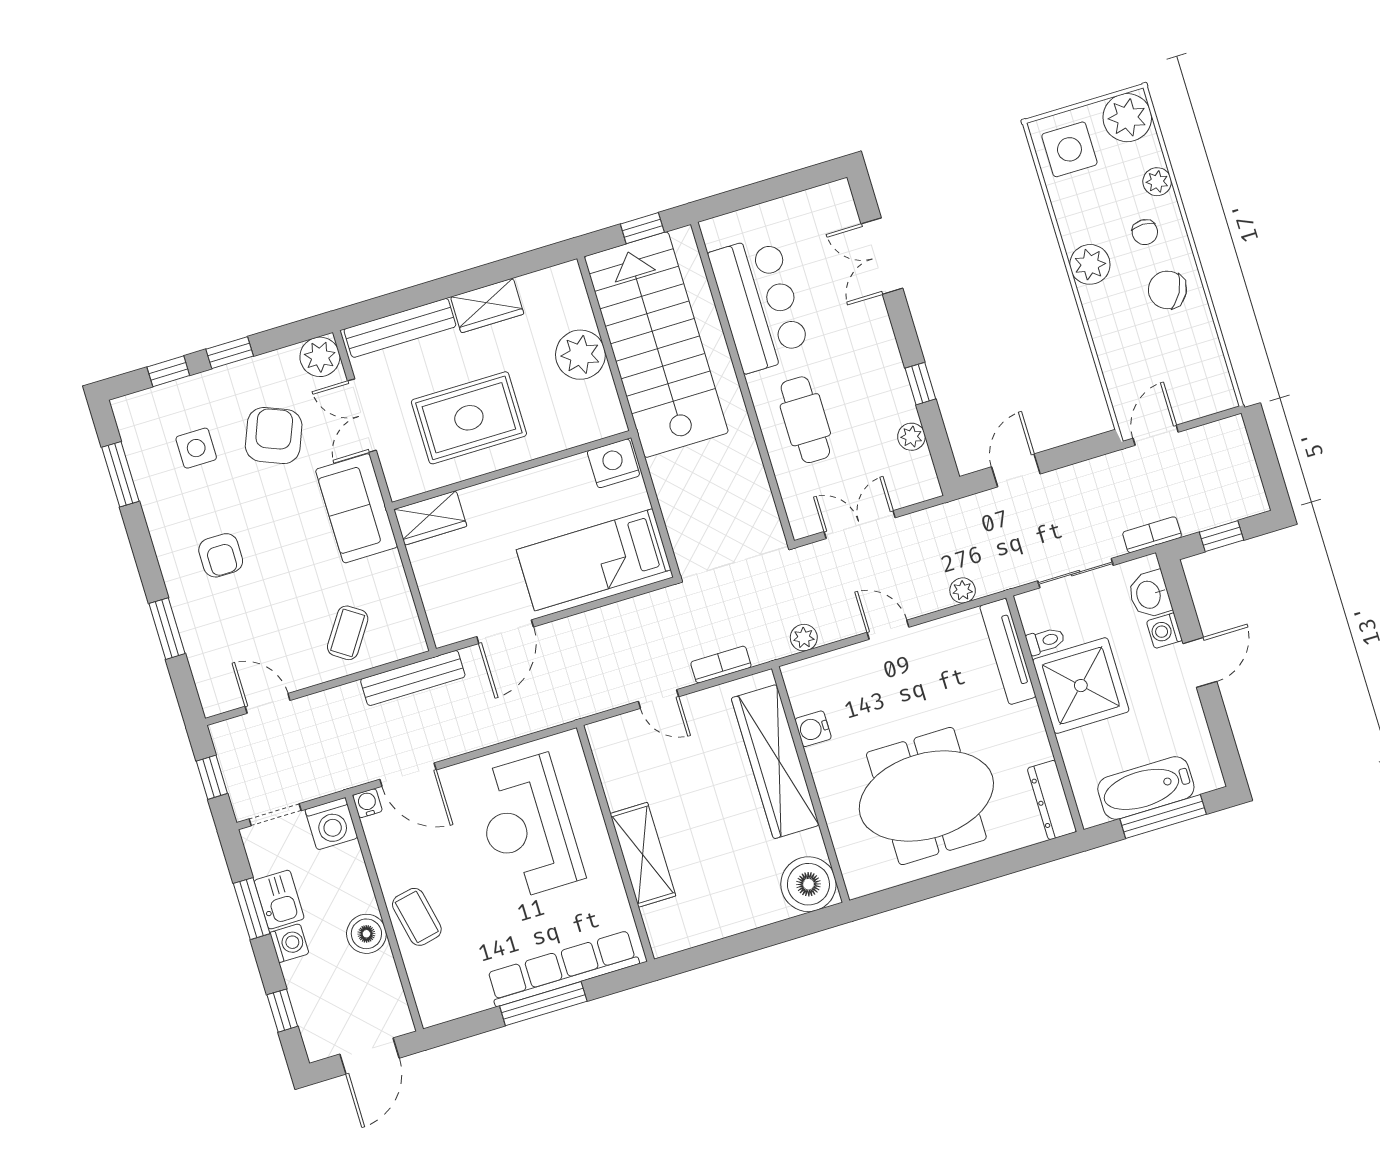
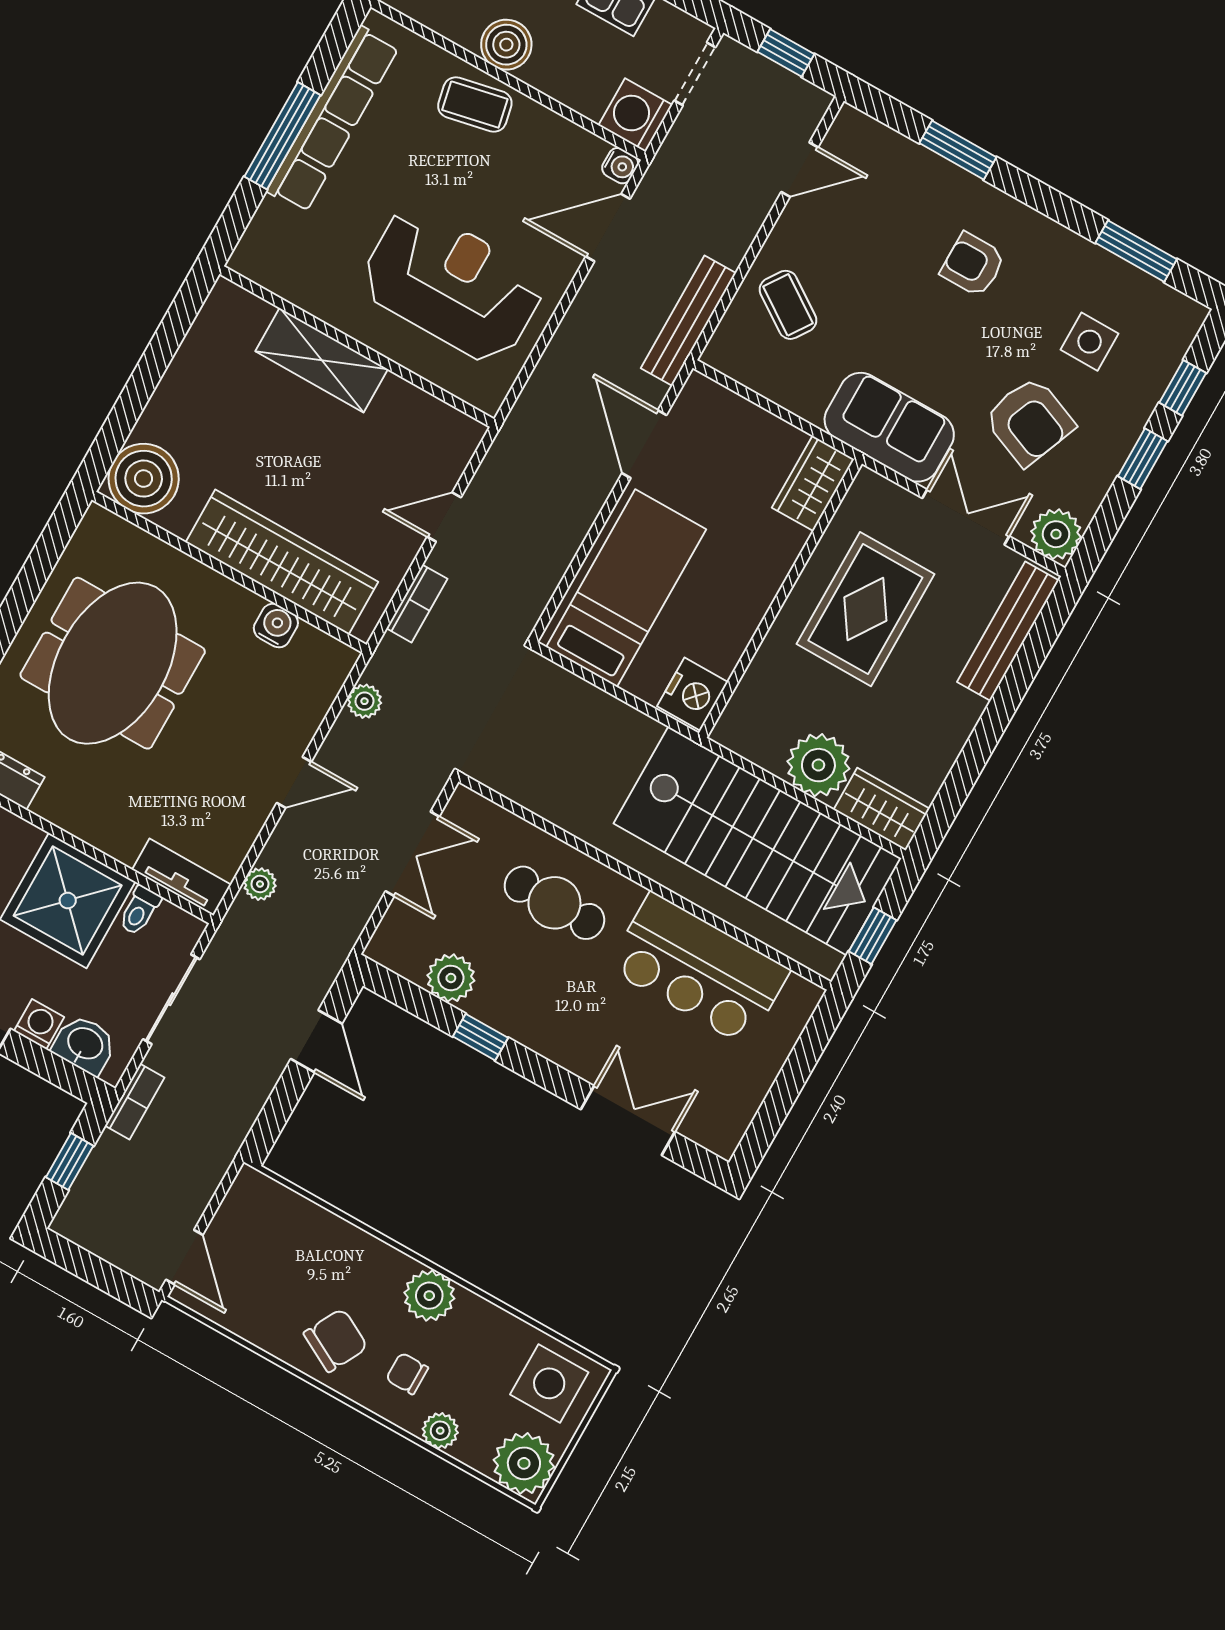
wardrobe: (487, 305) -> (882, 809), moved, turned 90
door: (1156, 435) -> (184, 1257), moved
plant: (911, 437) -> (451, 978), width x1.38, depth x1.38
tv unit: (1008, 651) -> (181, 877), width x0.71
row of seats: (563, 968) -> (333, 119), moved

